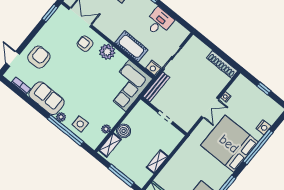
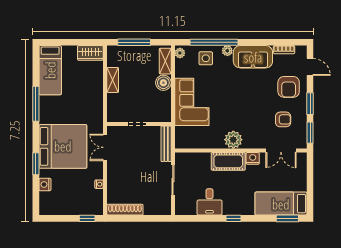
window: (33, 33) -> (310, 104), added
armchair: (85, 44) -> (283, 119), moved
cot: (131, 46) -> (228, 161), moved
nightstand: (153, 68) -> (253, 158), moved
corner sofa: (128, 86) -> (192, 102), moved
window: (264, 88) -> (87, 218), moved
double door: (210, 108) -> (105, 147), moved
plant: (106, 129) -> (180, 53), moved
window: (258, 147) -> (36, 164), width x0.47

